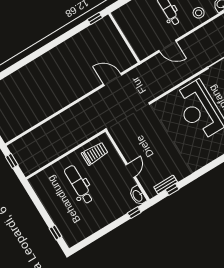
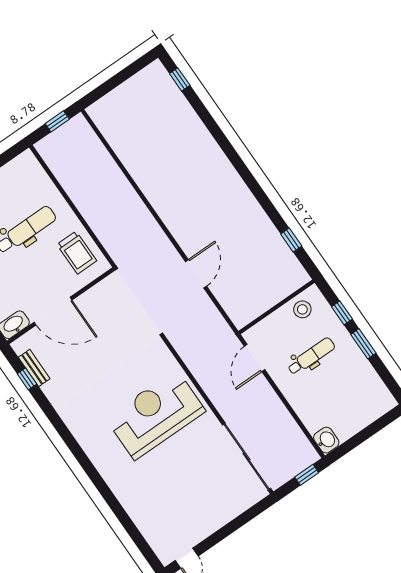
stool: (199, 13) -> (302, 309), moved
wall: (124, 38) -> (276, 307), moved
door: (131, 171) -> (53, 311), width x1.88

